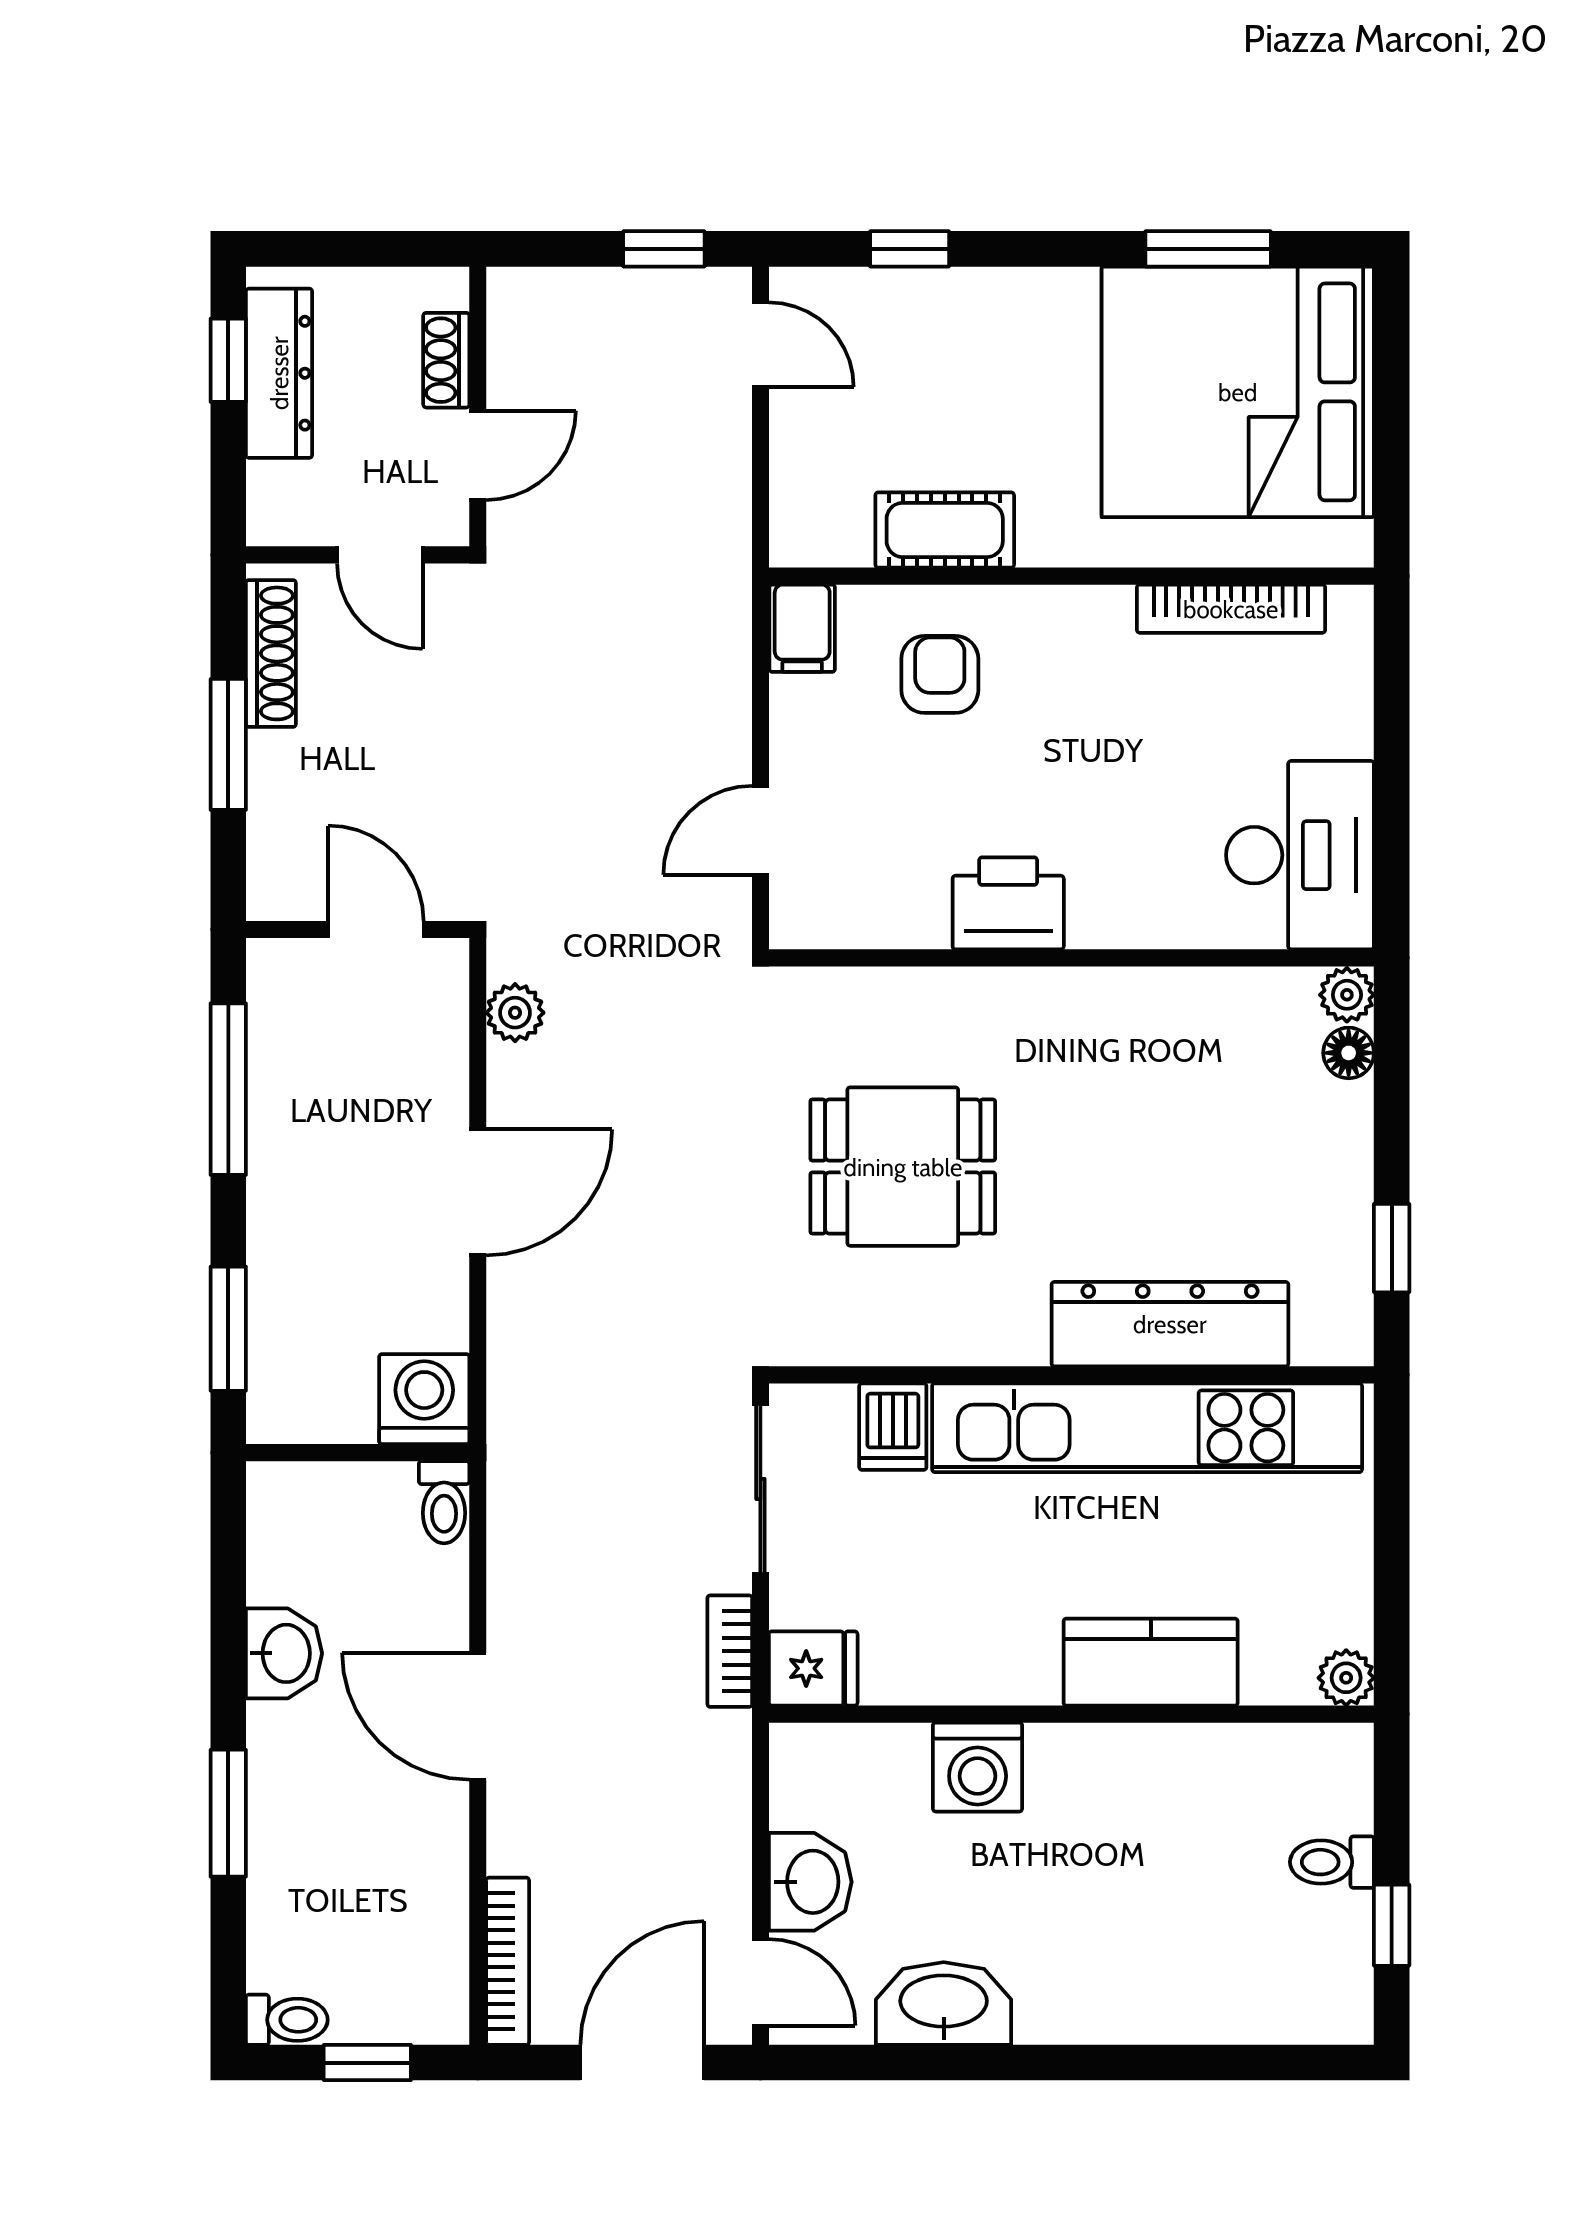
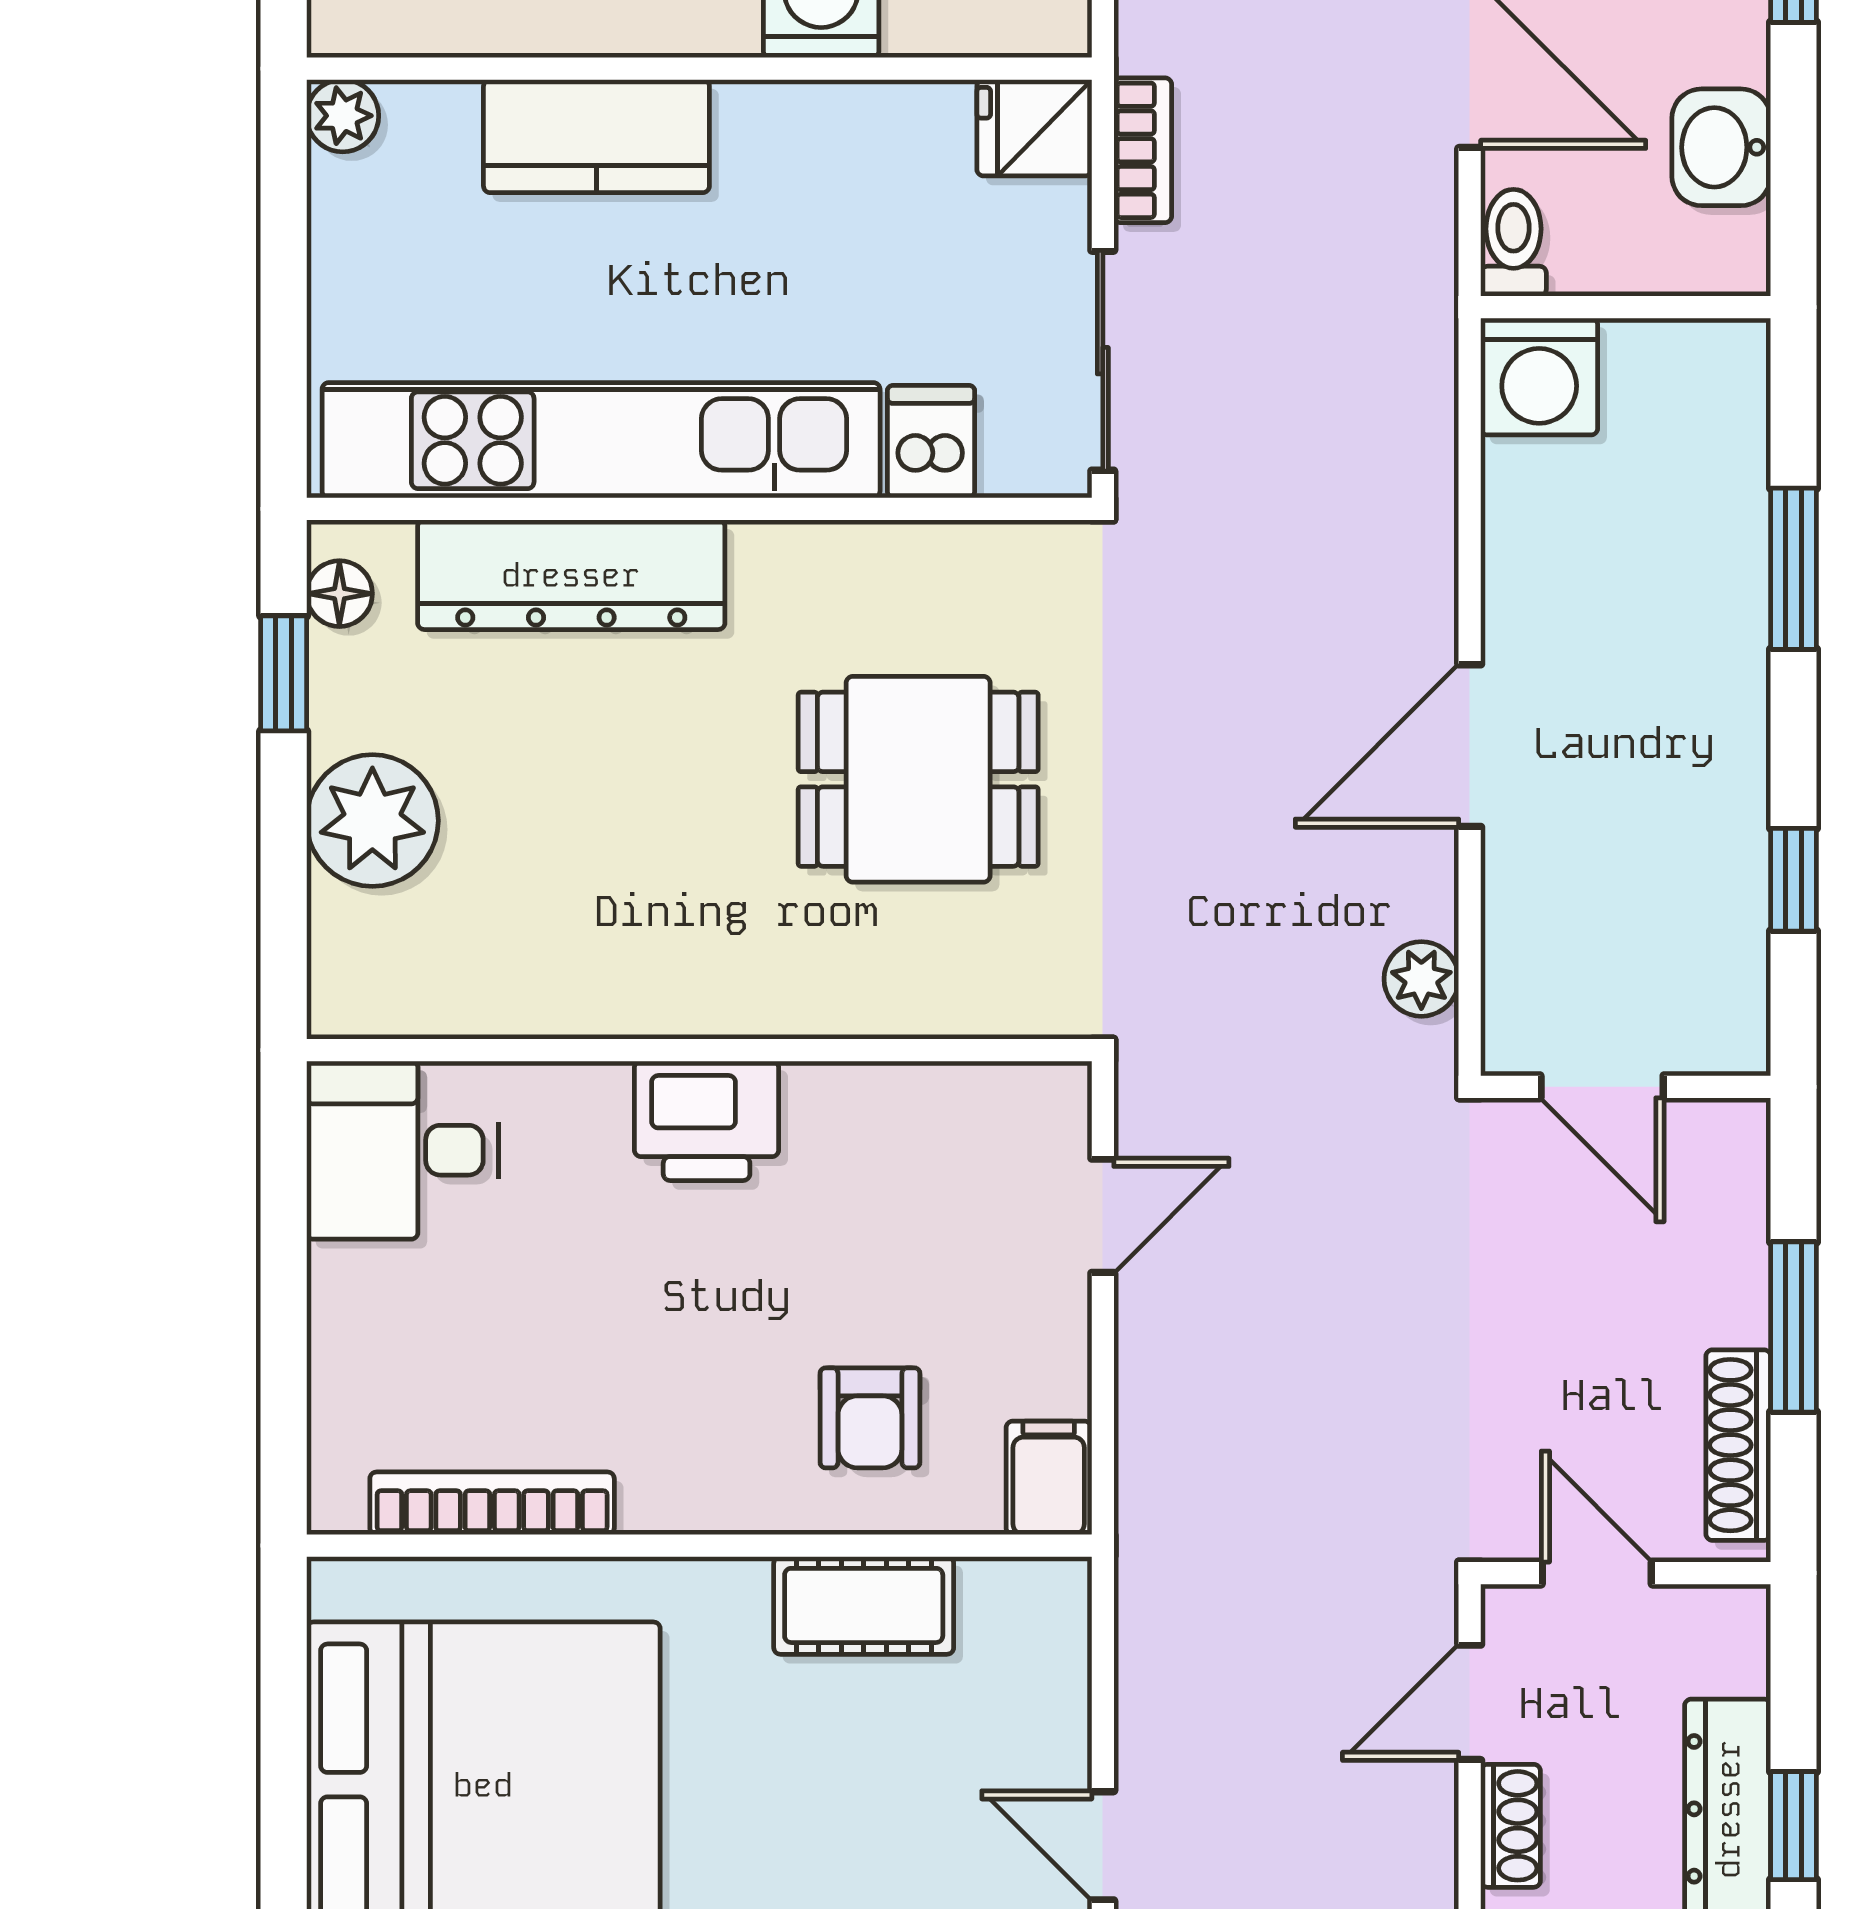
desk: (1300, 855) -> (403, 1150), width x0.73
printer: (1008, 903) -> (707, 1121), moved
plant: (1347, 995) -> (372, 821), moved, width x1.88, depth x1.88
floor lamp: (1349, 1053) -> (339, 594), moved
window: (228, 1089) -> (1794, 880), width x0.46
washing machine: (424, 1399) -> (1539, 377), moved
wall: (358, 1453) -> (1626, 307), moved
toilet: (444, 1502) -> (1513, 243), moved

